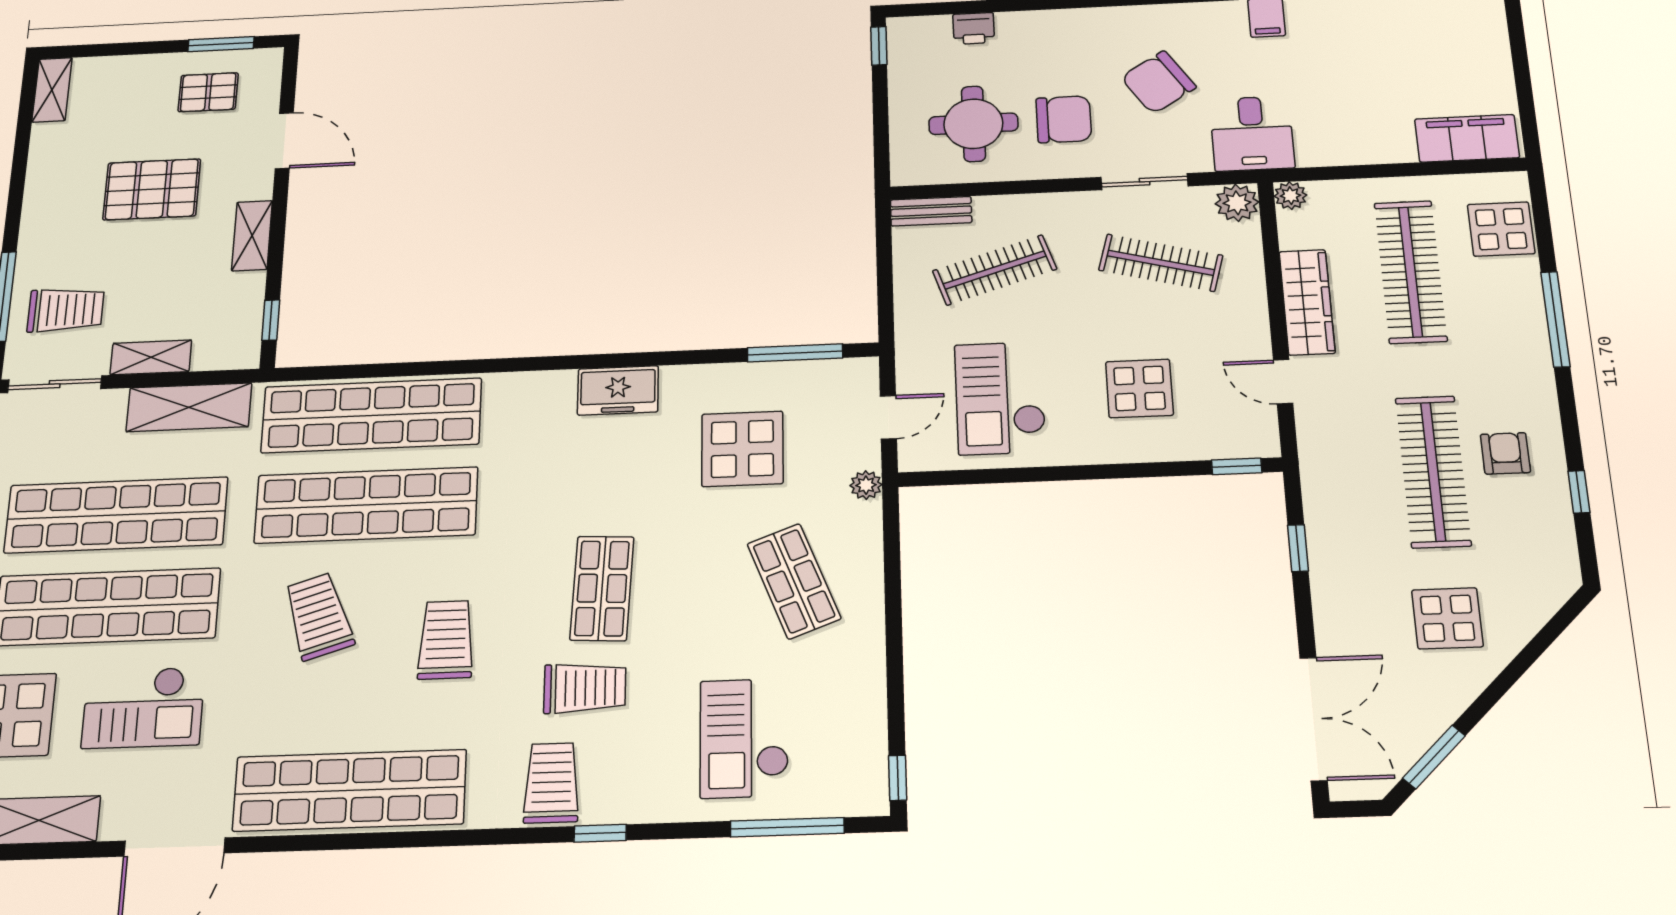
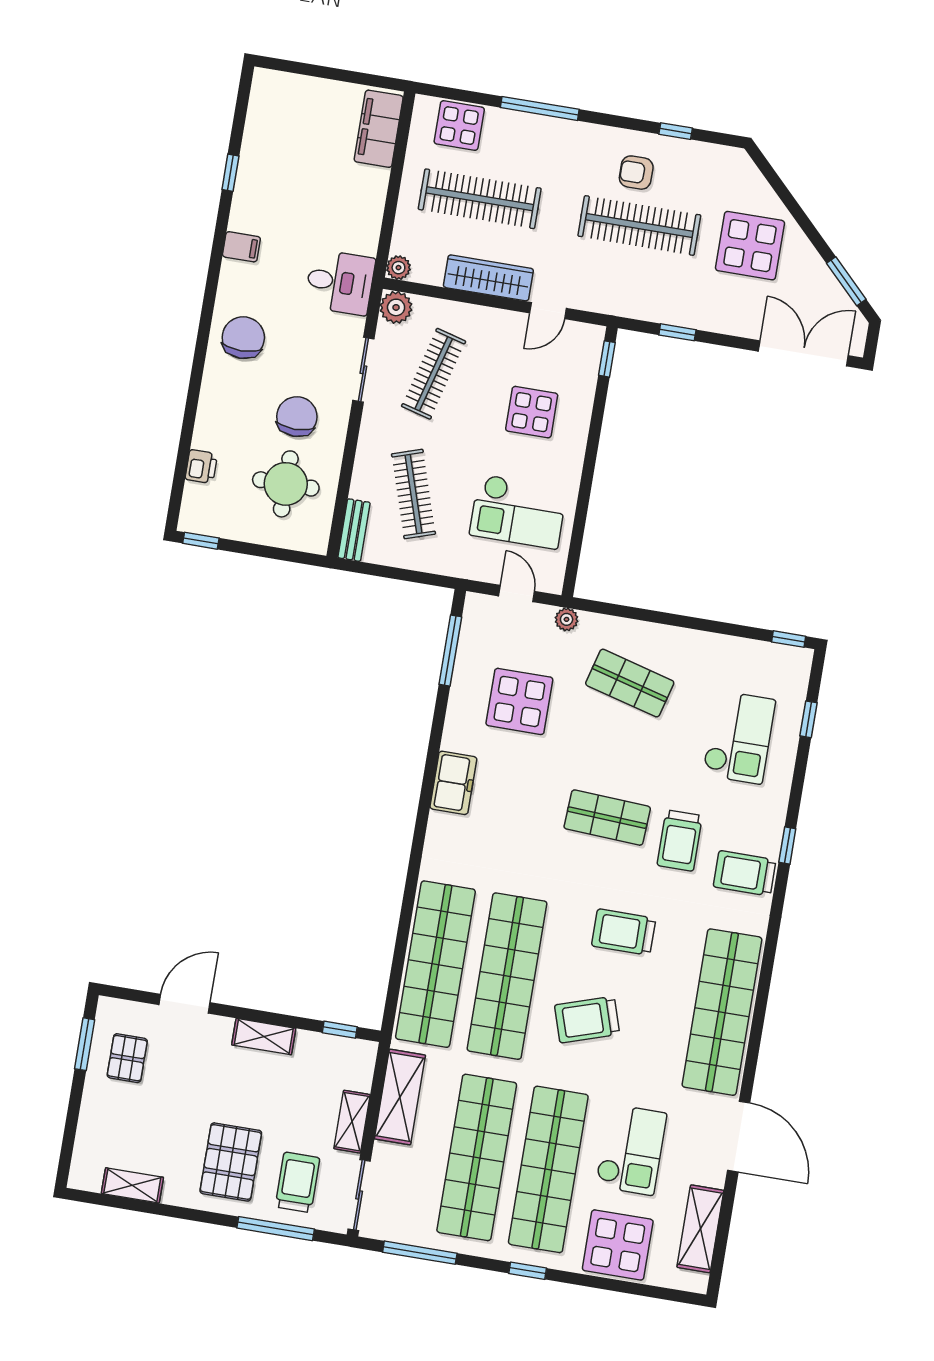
chair: (1158, 82) -> (243, 338), moved, turned -147
shelving: (52, 90) -> (132, 1185), moved
pallet: (152, 189) -> (231, 1162), moved
shop shelf: (794, 581) -> (630, 683), turned 36
display table: (1447, 618) -> (750, 246), width x1.36, depth x1.36
trolley: (585, 688) -> (680, 841), turned 180
checkout: (744, 738) -> (739, 737), turned -90
window: (787, 827) -> (808, 719), width x0.46

